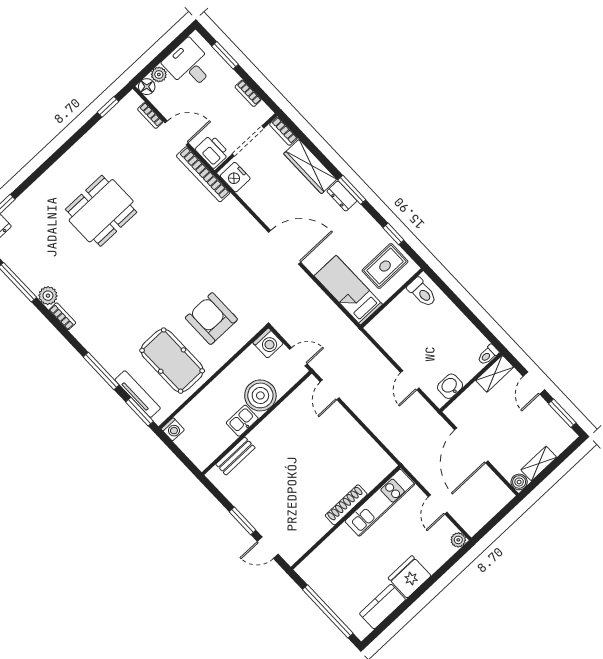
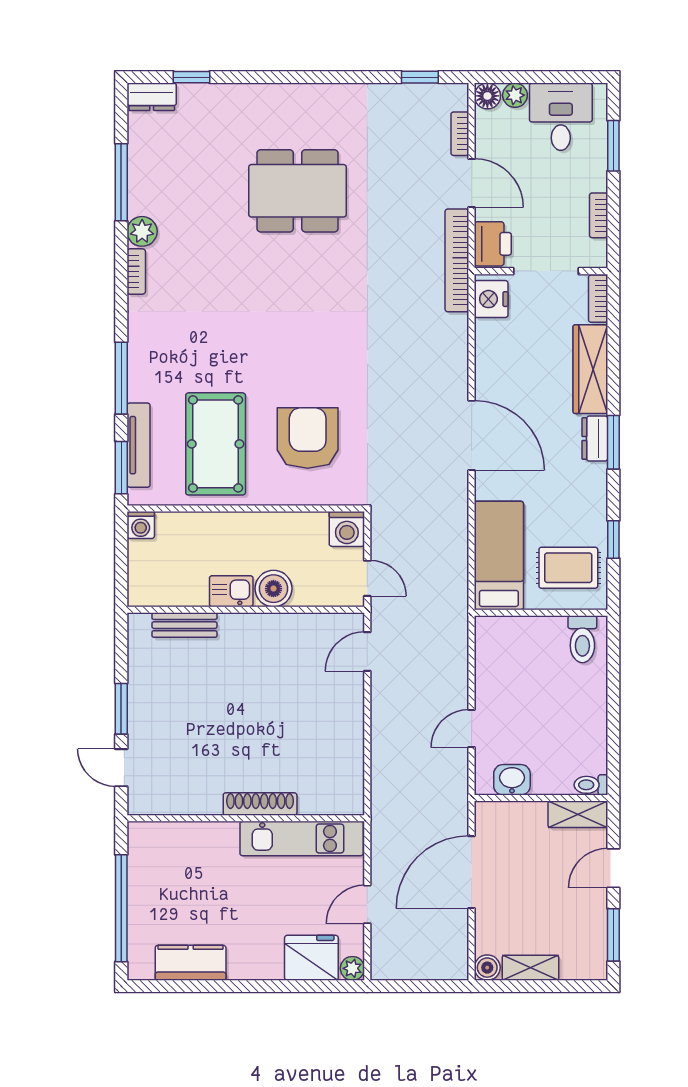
boiler: (260, 395) -> (273, 589), width x0.73, depth x0.73
fridge: (410, 577) -> (311, 958), moved

